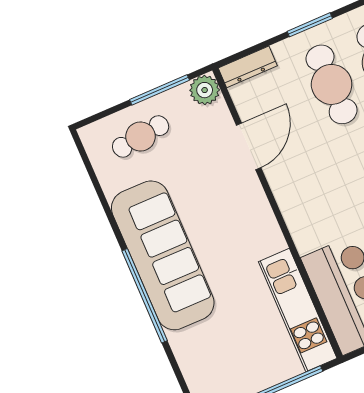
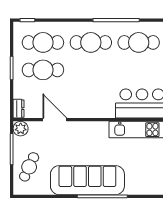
dresser: (248, 67) -> (19, 109), width x0.70
cafe table: (141, 136) -> (29, 167), turned 32

